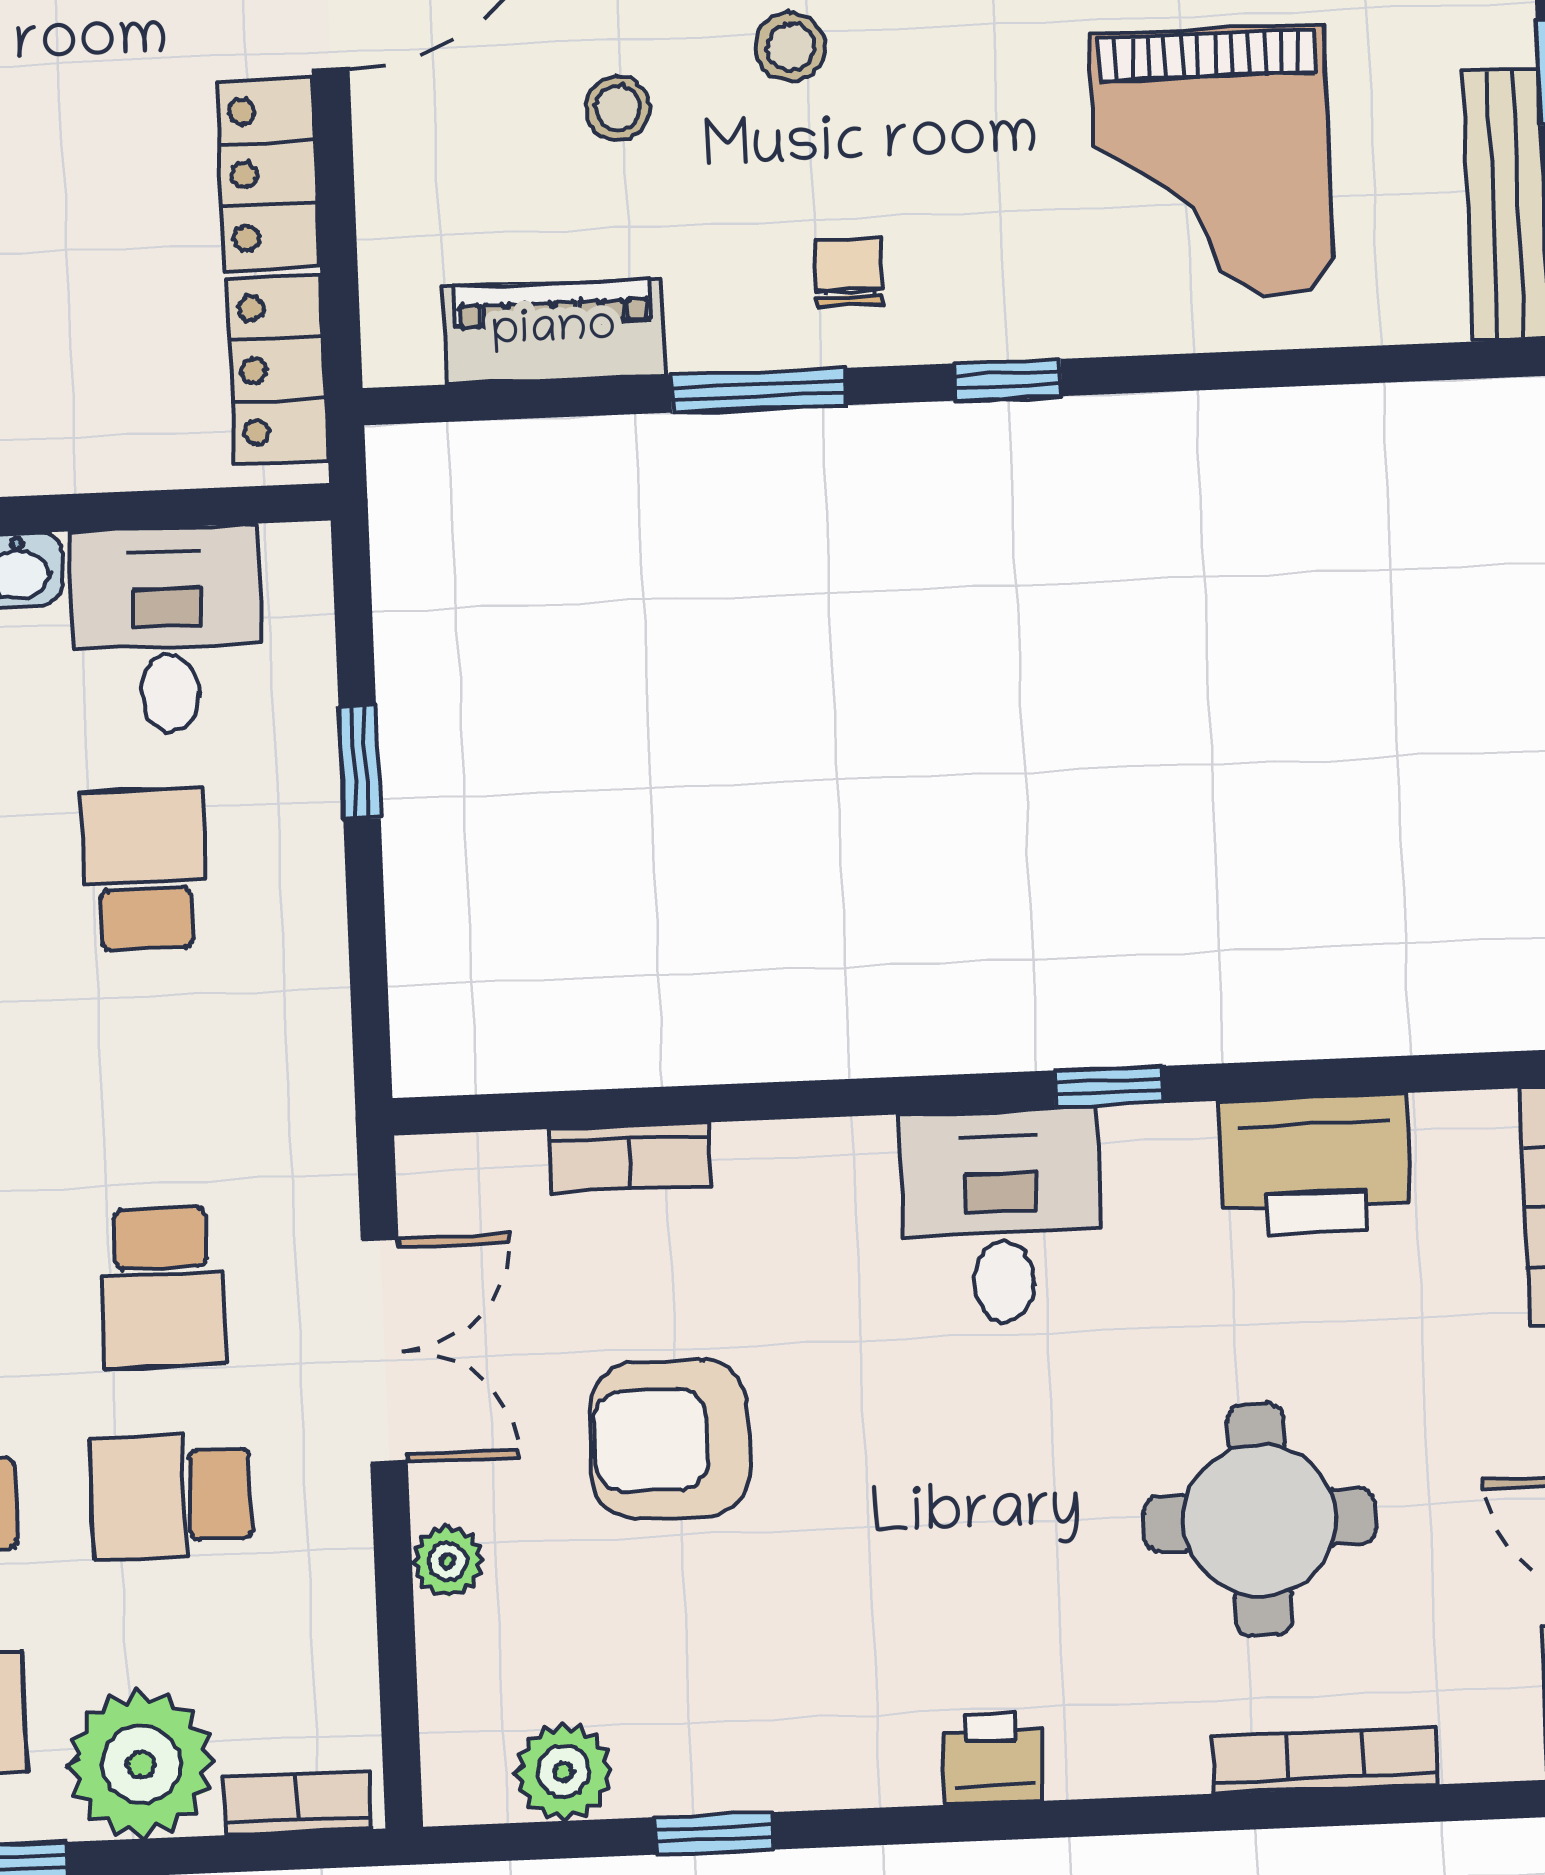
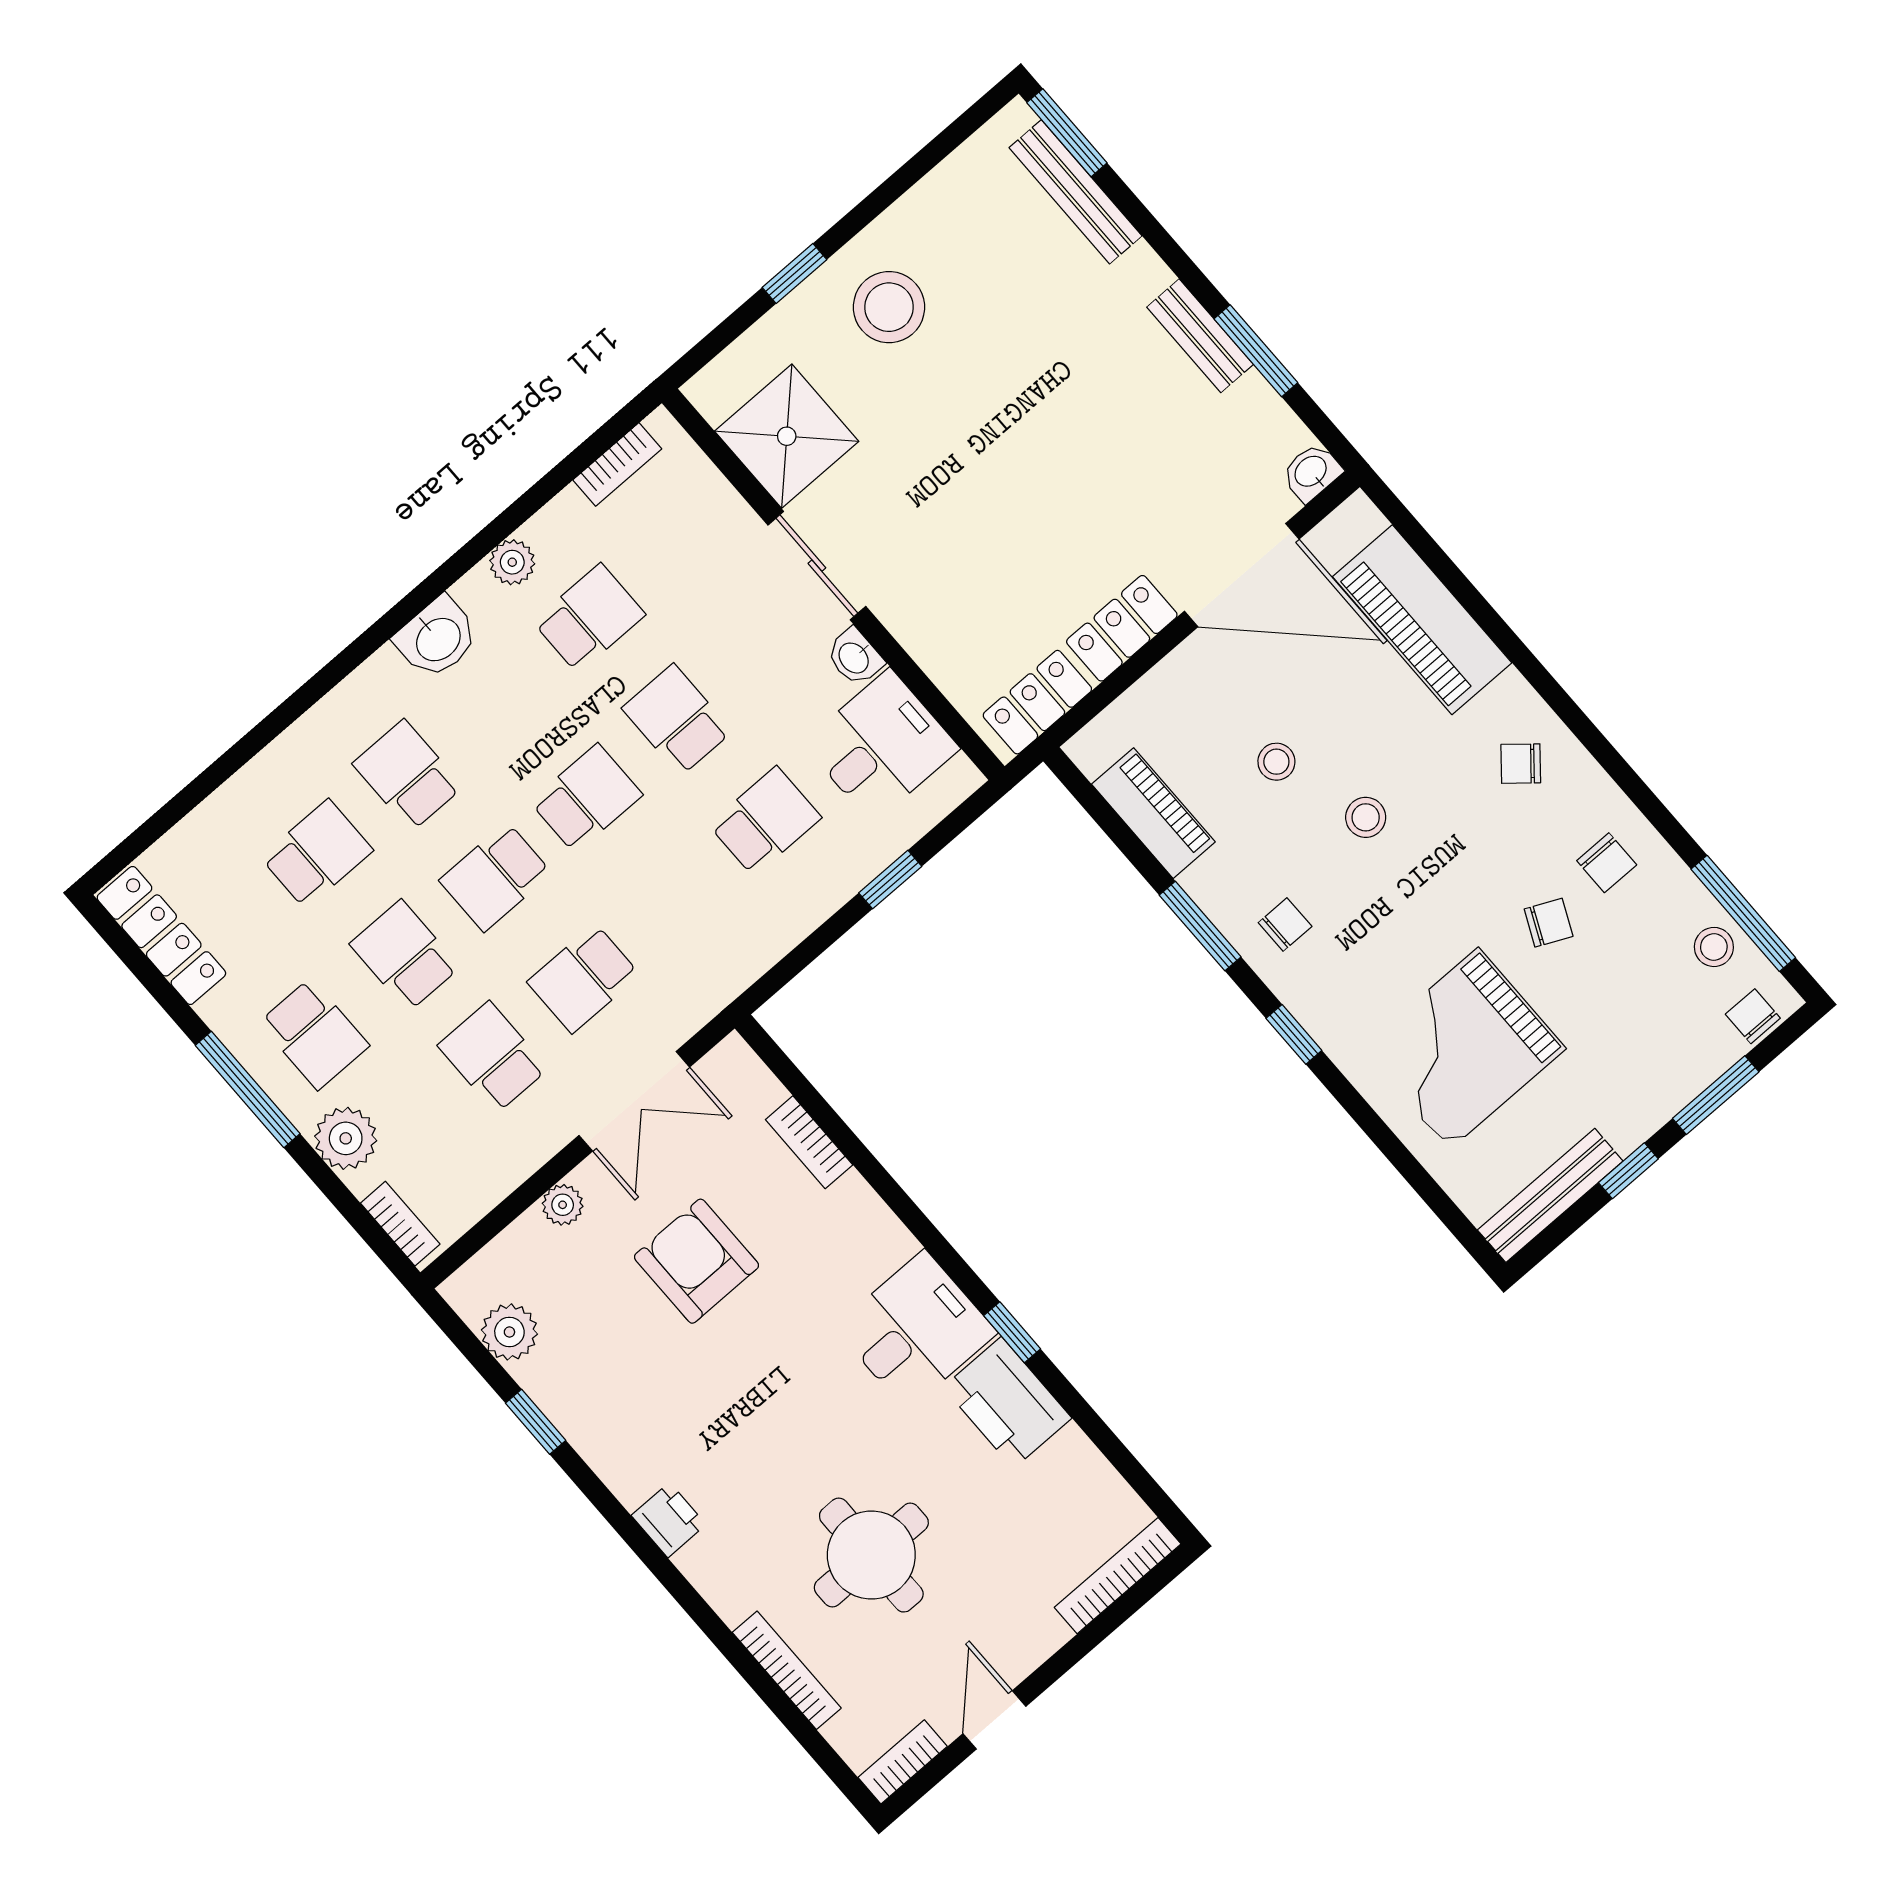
printer: (1315, 1165) -> (1007, 1403), moved
plant: (141, 1764) -> (346, 1138), width x0.73, depth x0.73

